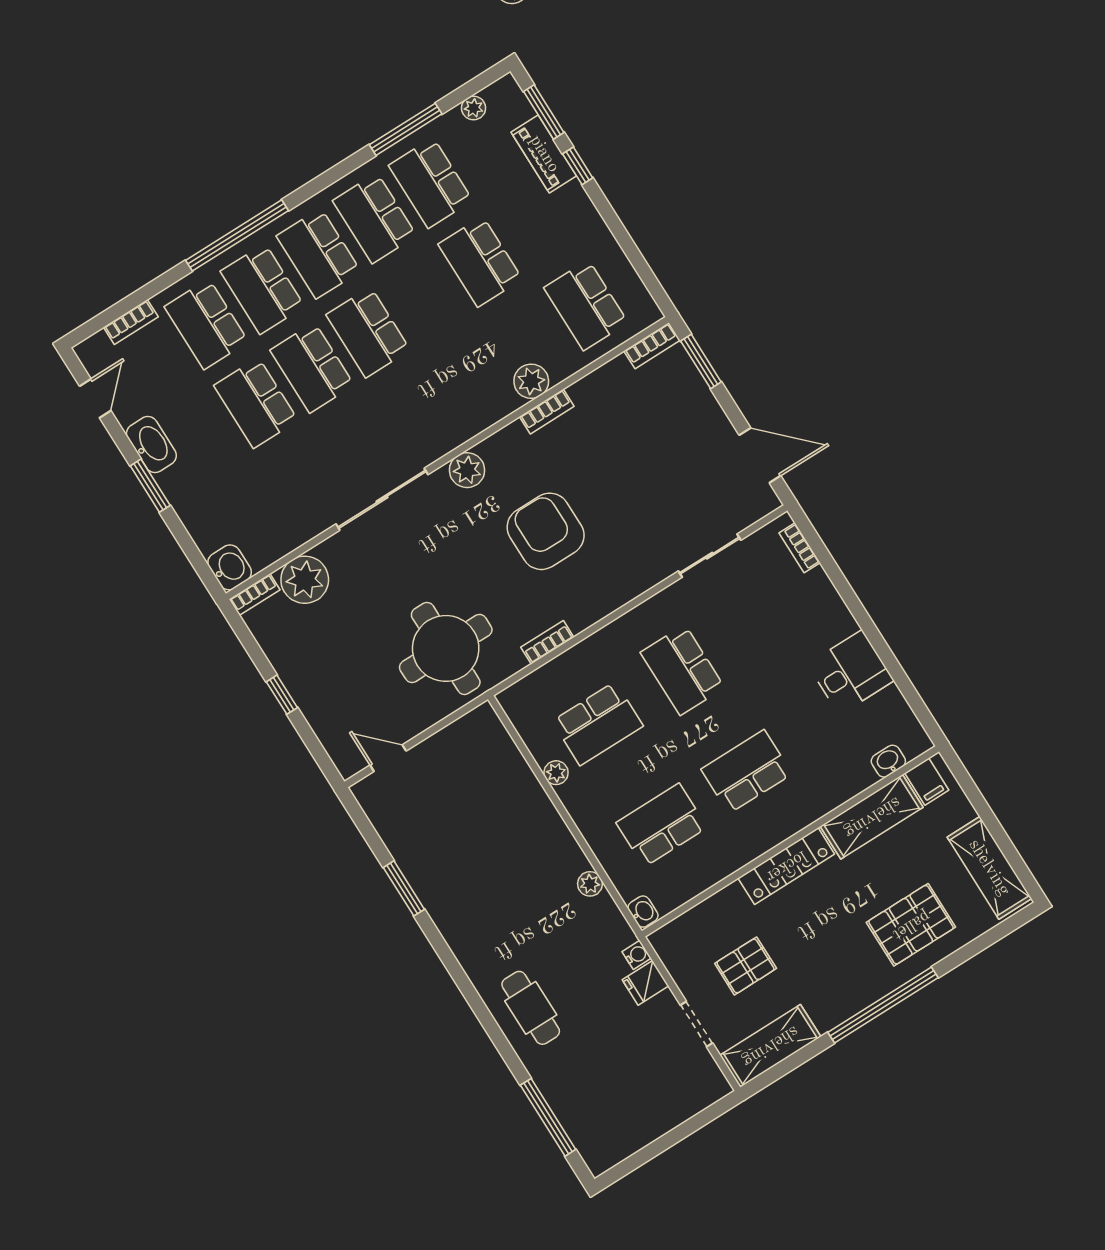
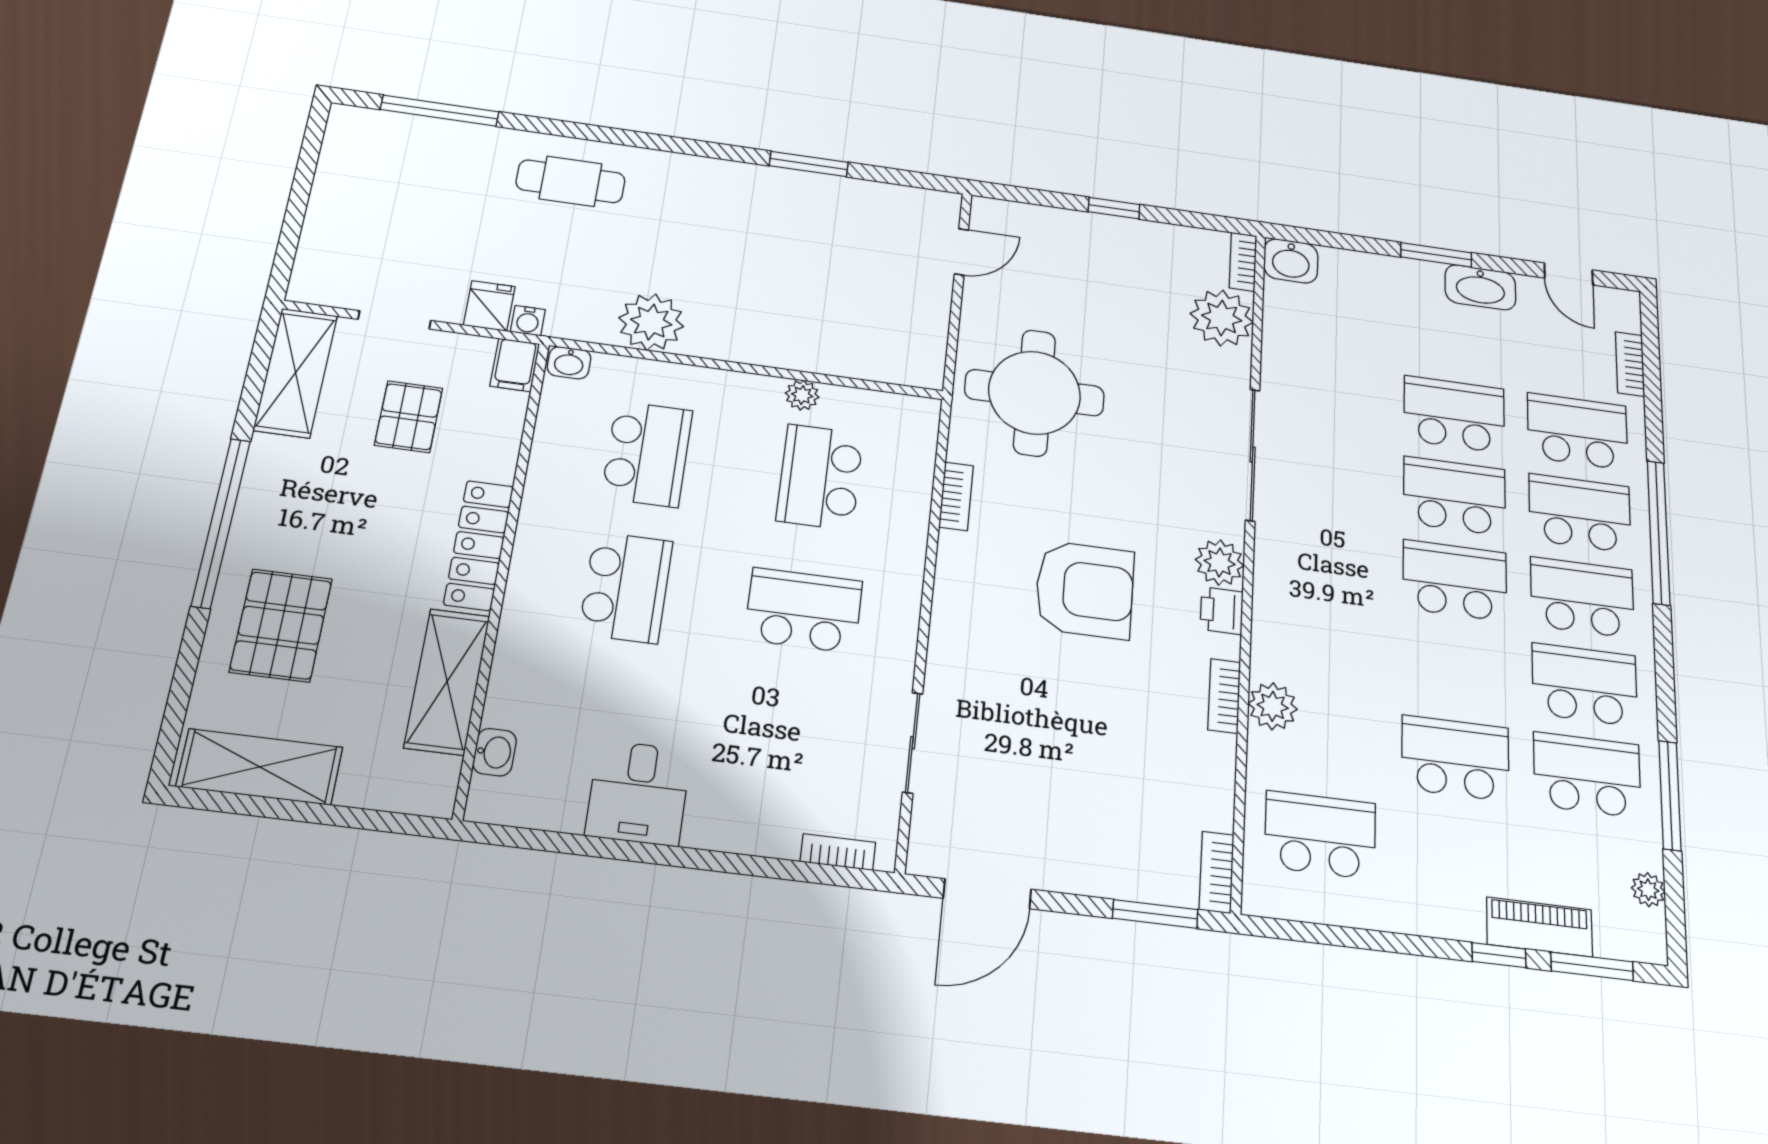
printer: (496, 448) -> (1222, 611), added
filing cabinet: (927, 782) -> (515, 365), moved, turned -90
plant: (590, 884) -> (651, 322), width x1.88, depth x1.88

